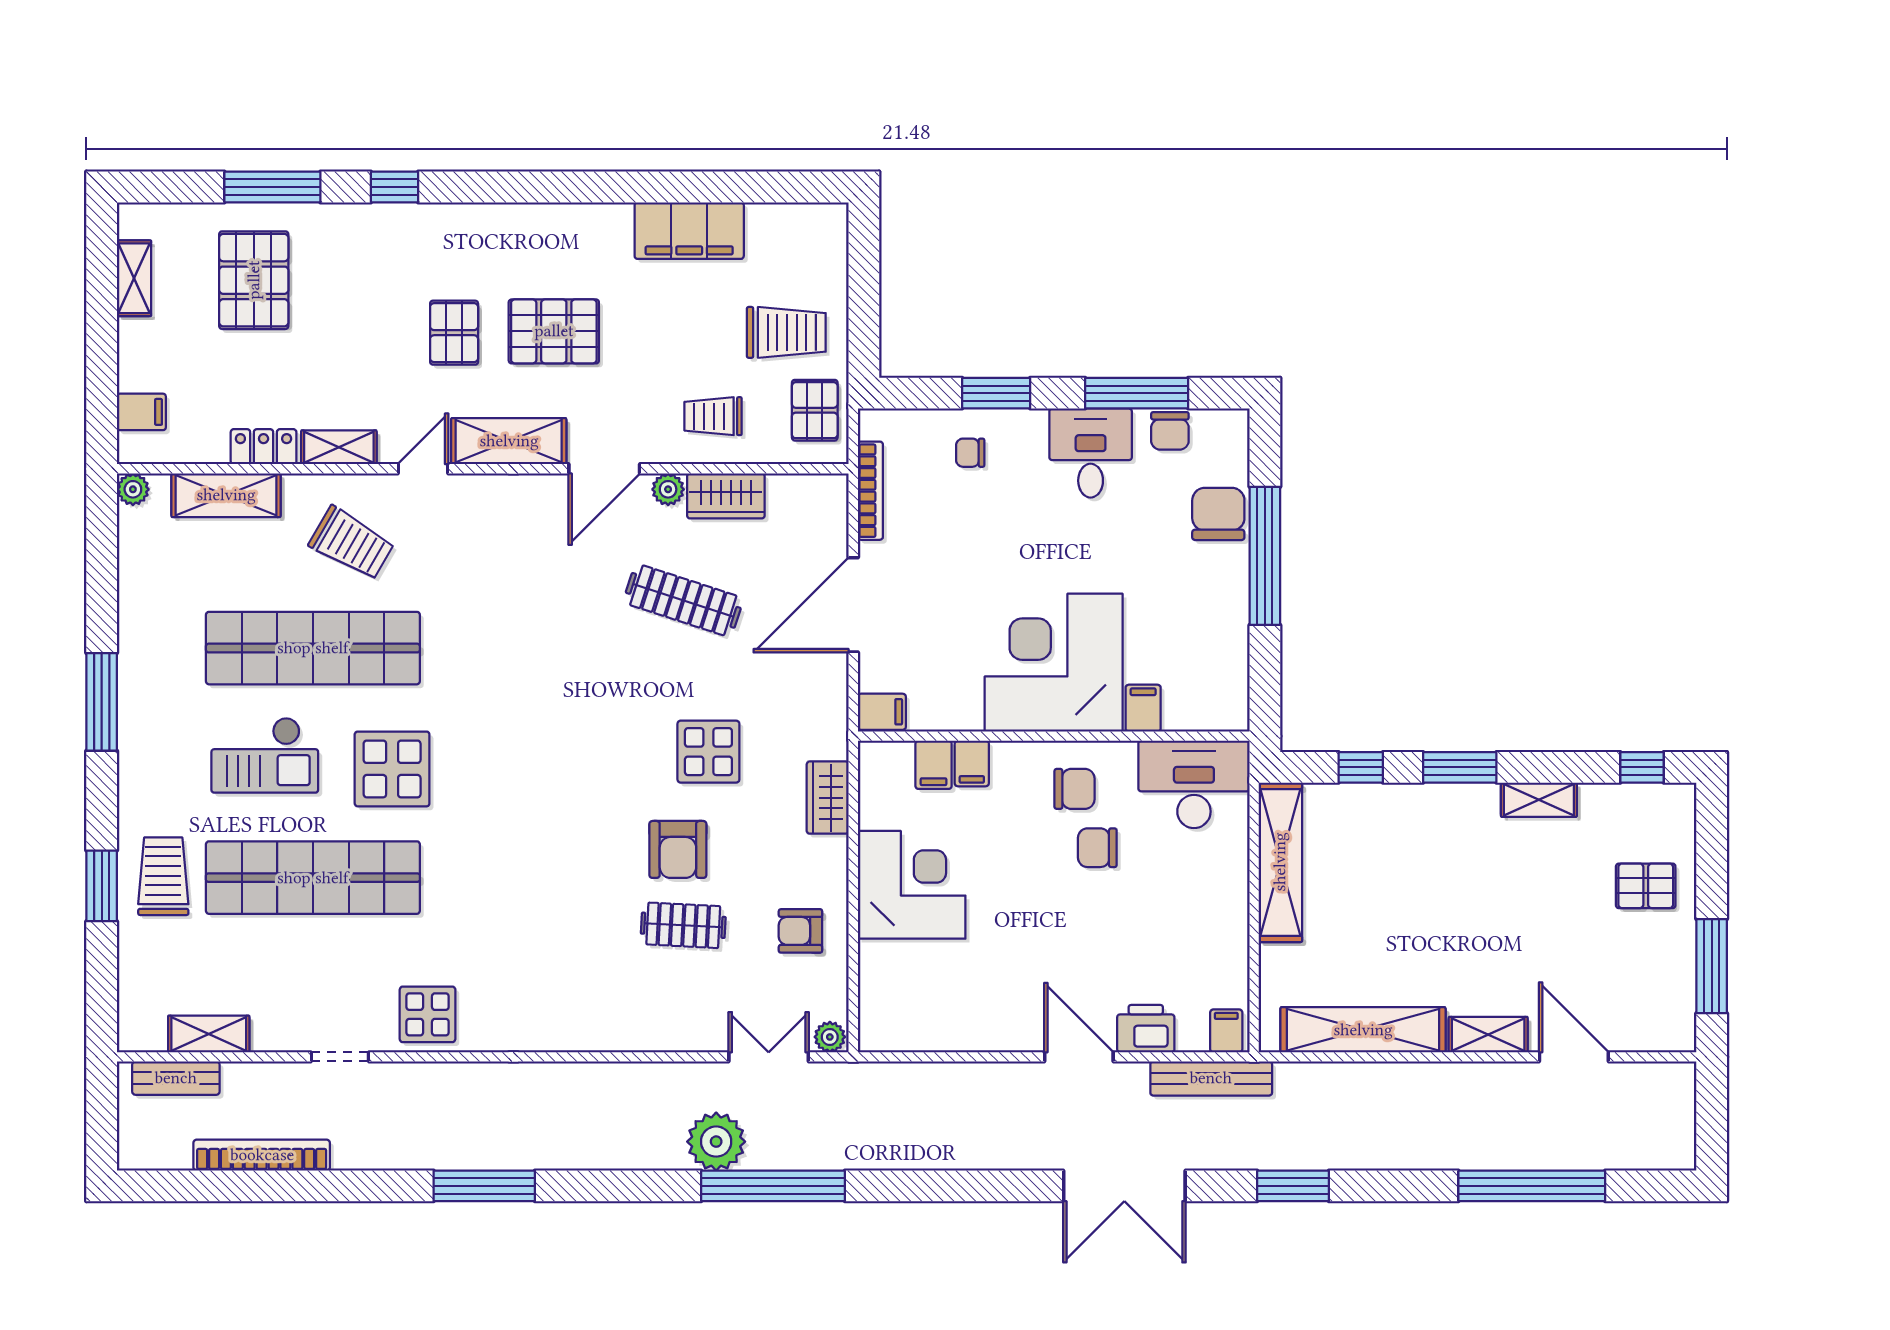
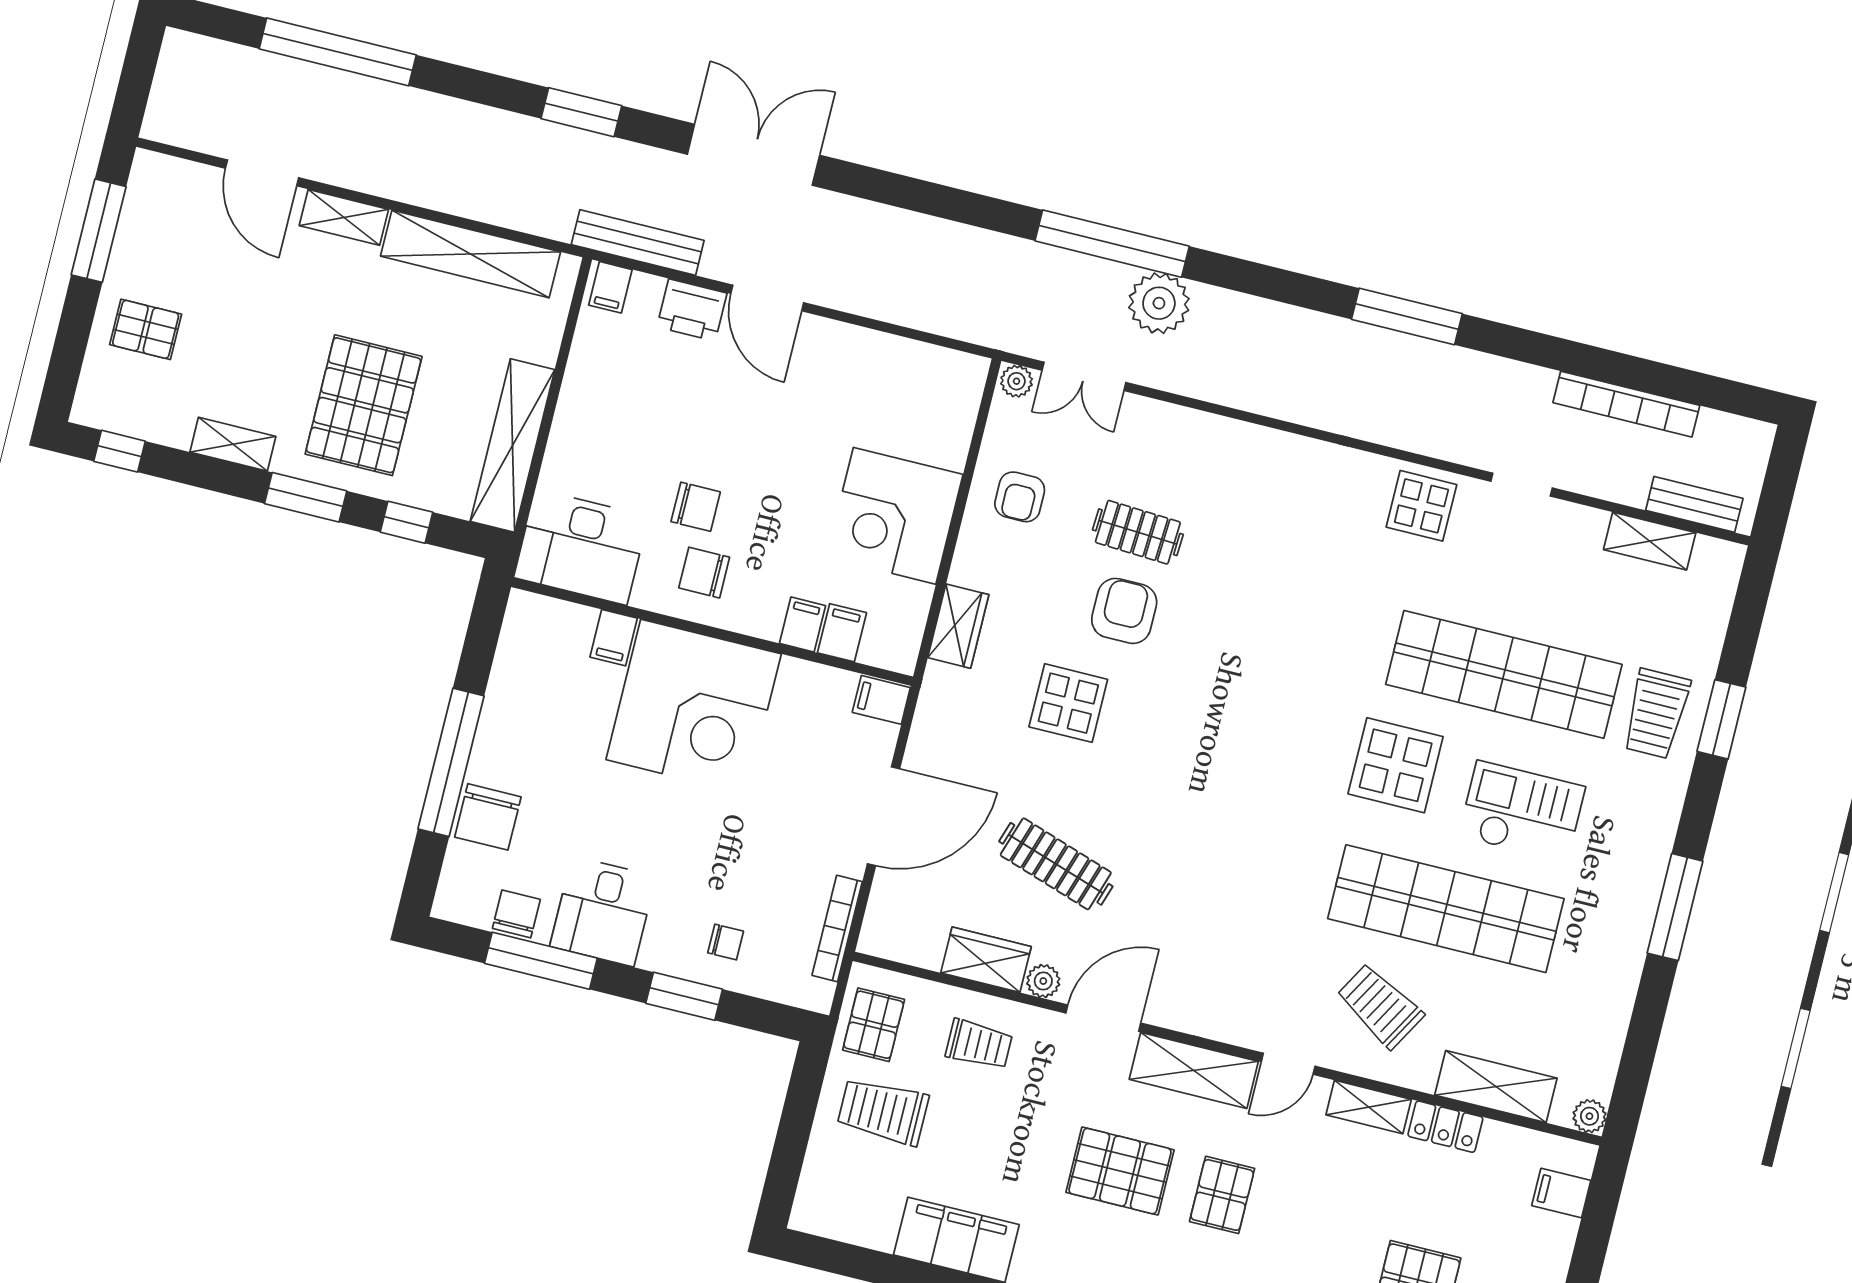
pallet: (1427, 866) -> (364, 405), added
armchair: (800, 931) -> (1020, 497), turned 90

